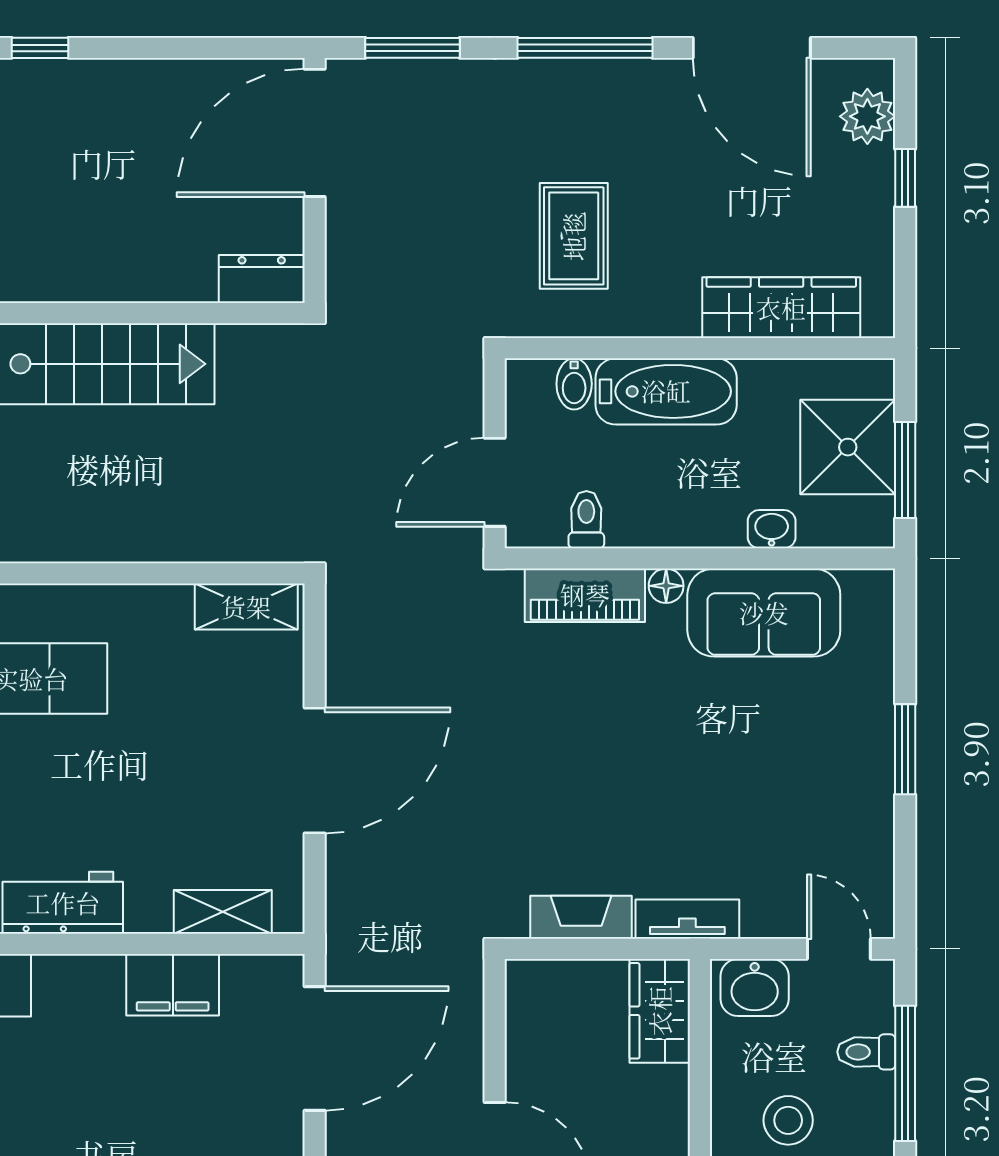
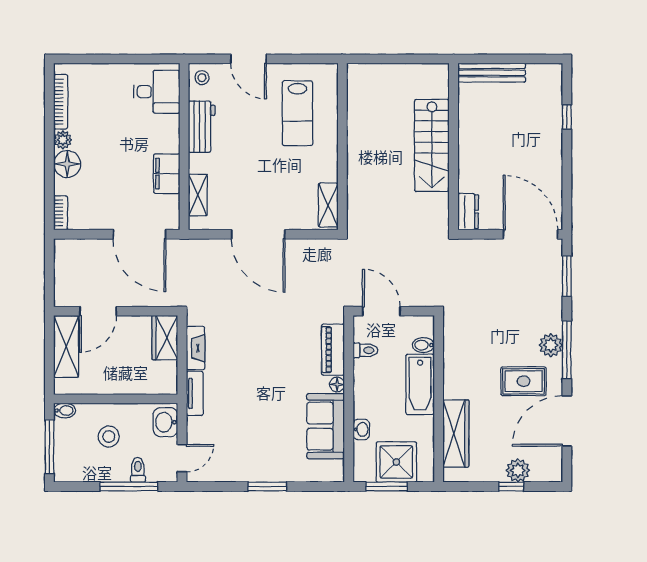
plant: (574, 85) -> (551, 345), added
plant: (867, 116) -> (518, 470), moved
rug: (574, 236) -> (524, 381), moved
wardrobe: (660, 1011) -> (165, 338), moved, turned -90

